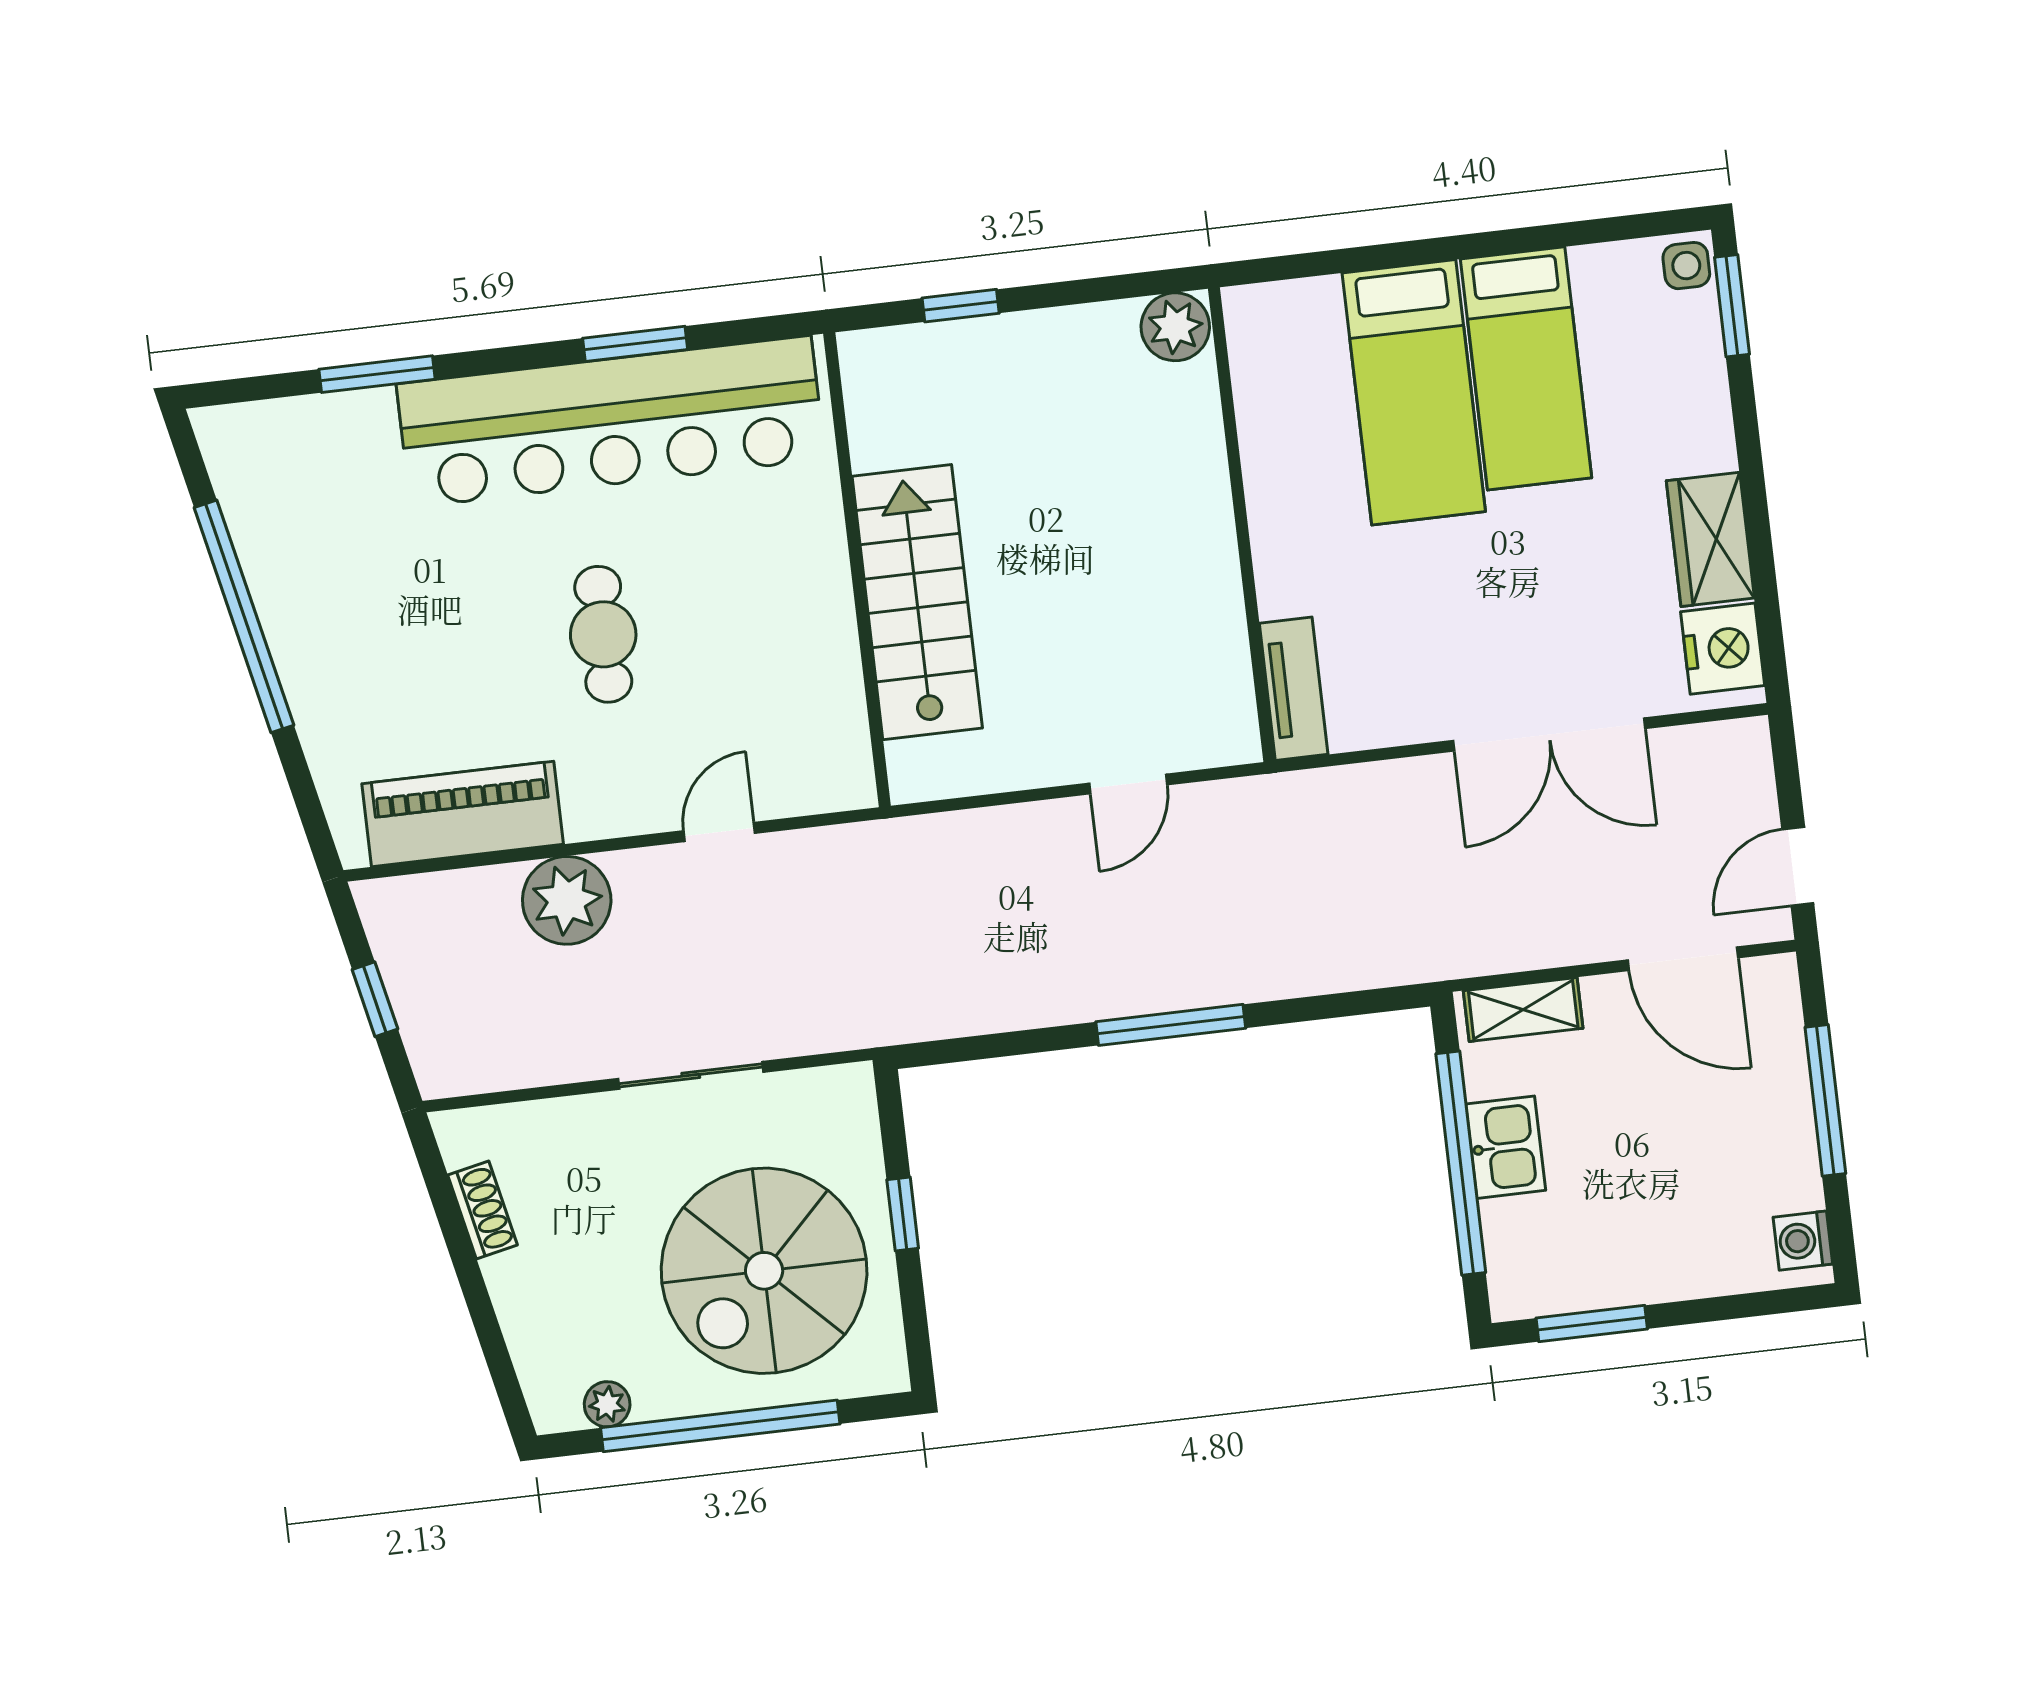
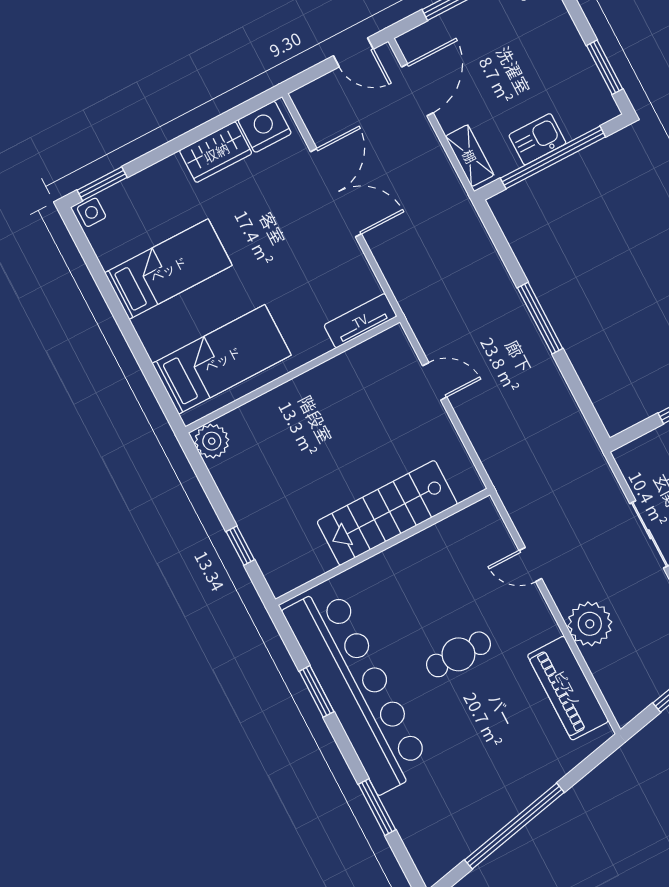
bed: (1414, 392) -> (222, 359), moved

